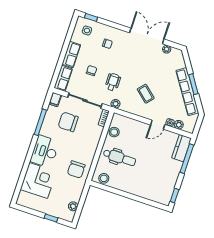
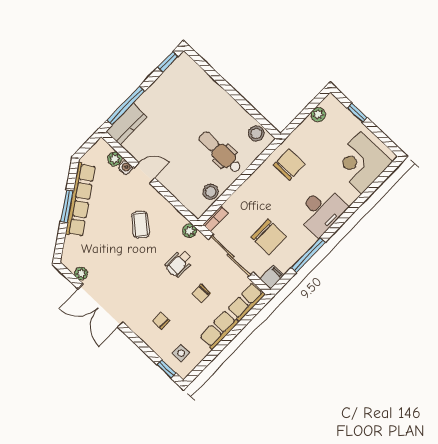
corner desk: (38, 181) -> (361, 163), moved

